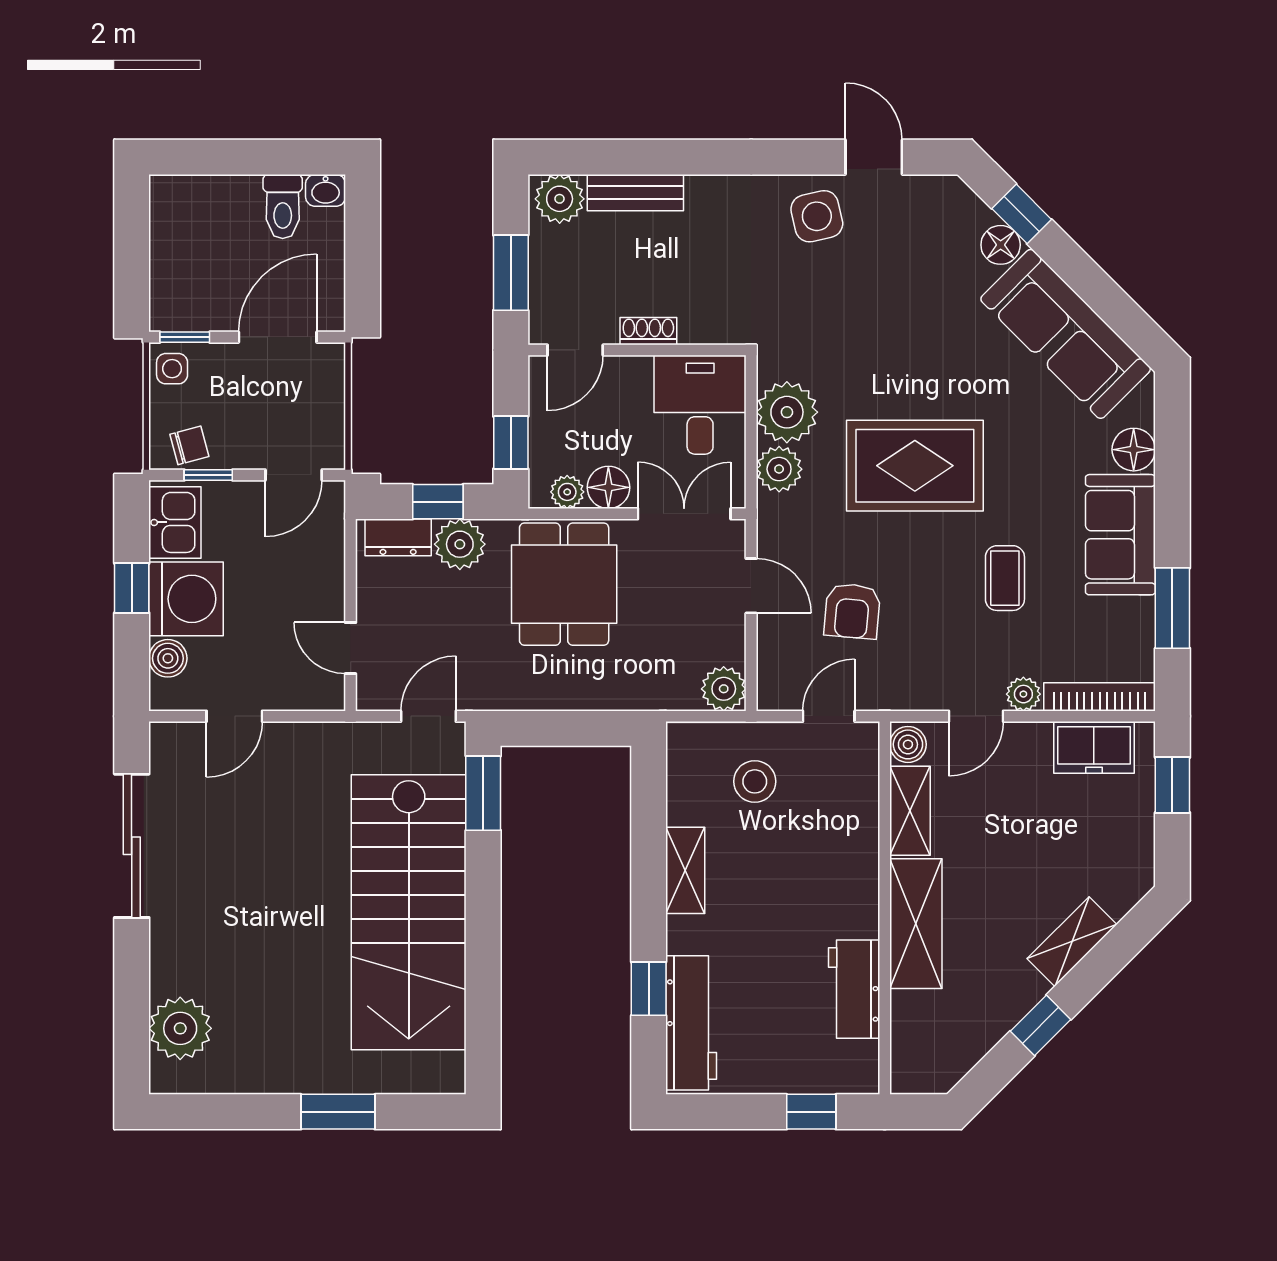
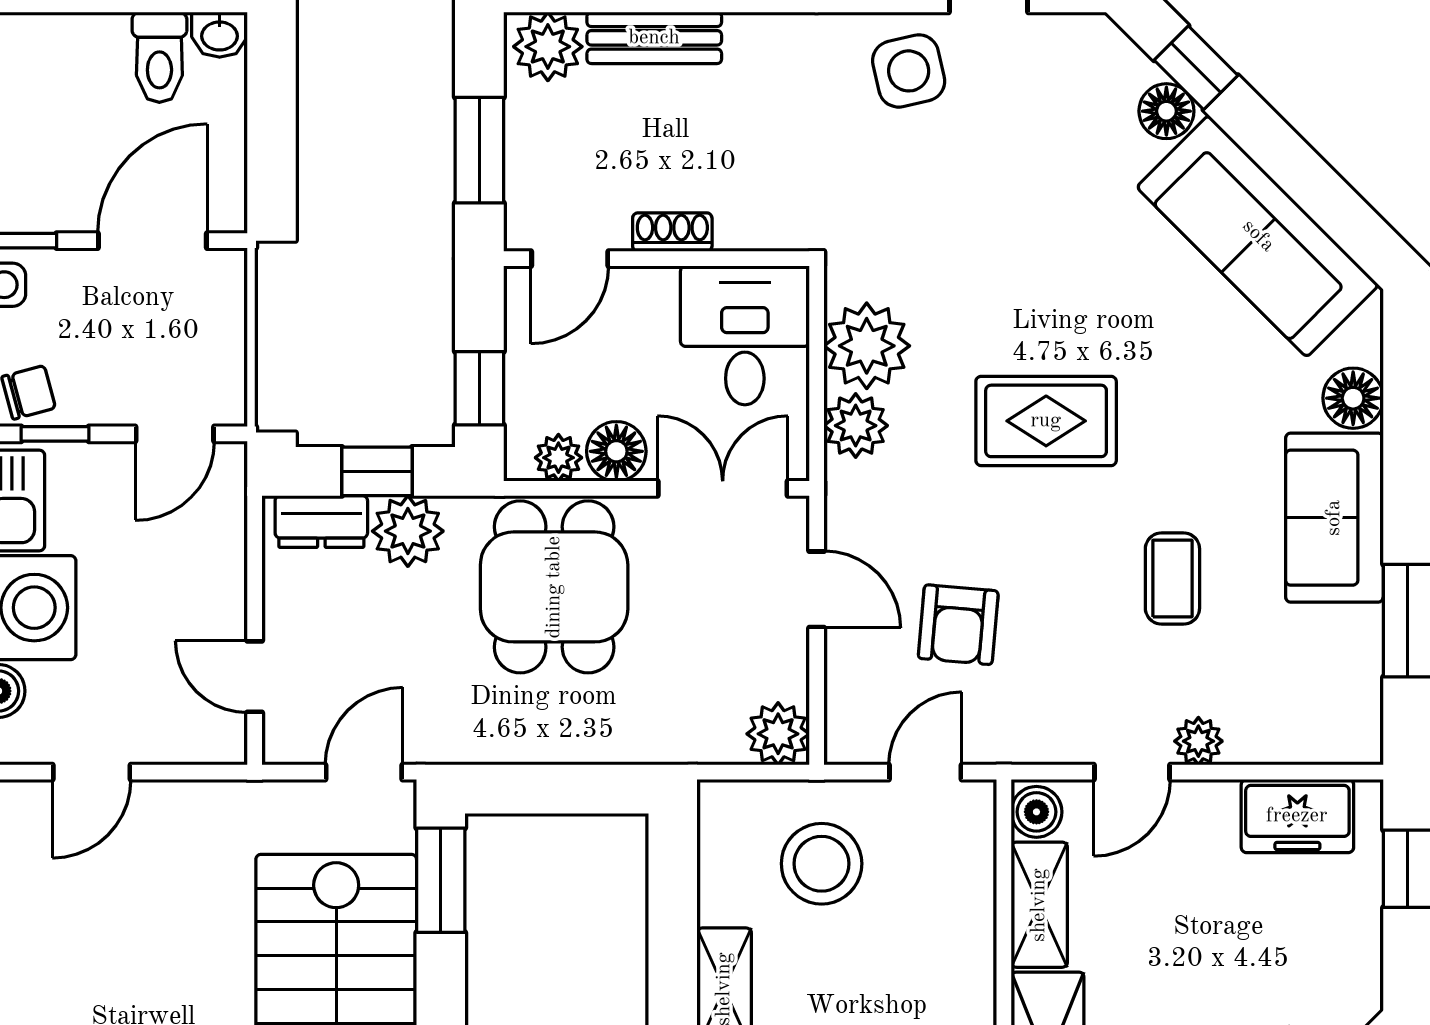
rug: (915, 466) -> (1046, 421), width x0.73, depth x0.70
bookcase: (1100, 697) -> (1305, 745), removed
stool: (755, 781) -> (822, 864), width x1.38, depth x1.38

